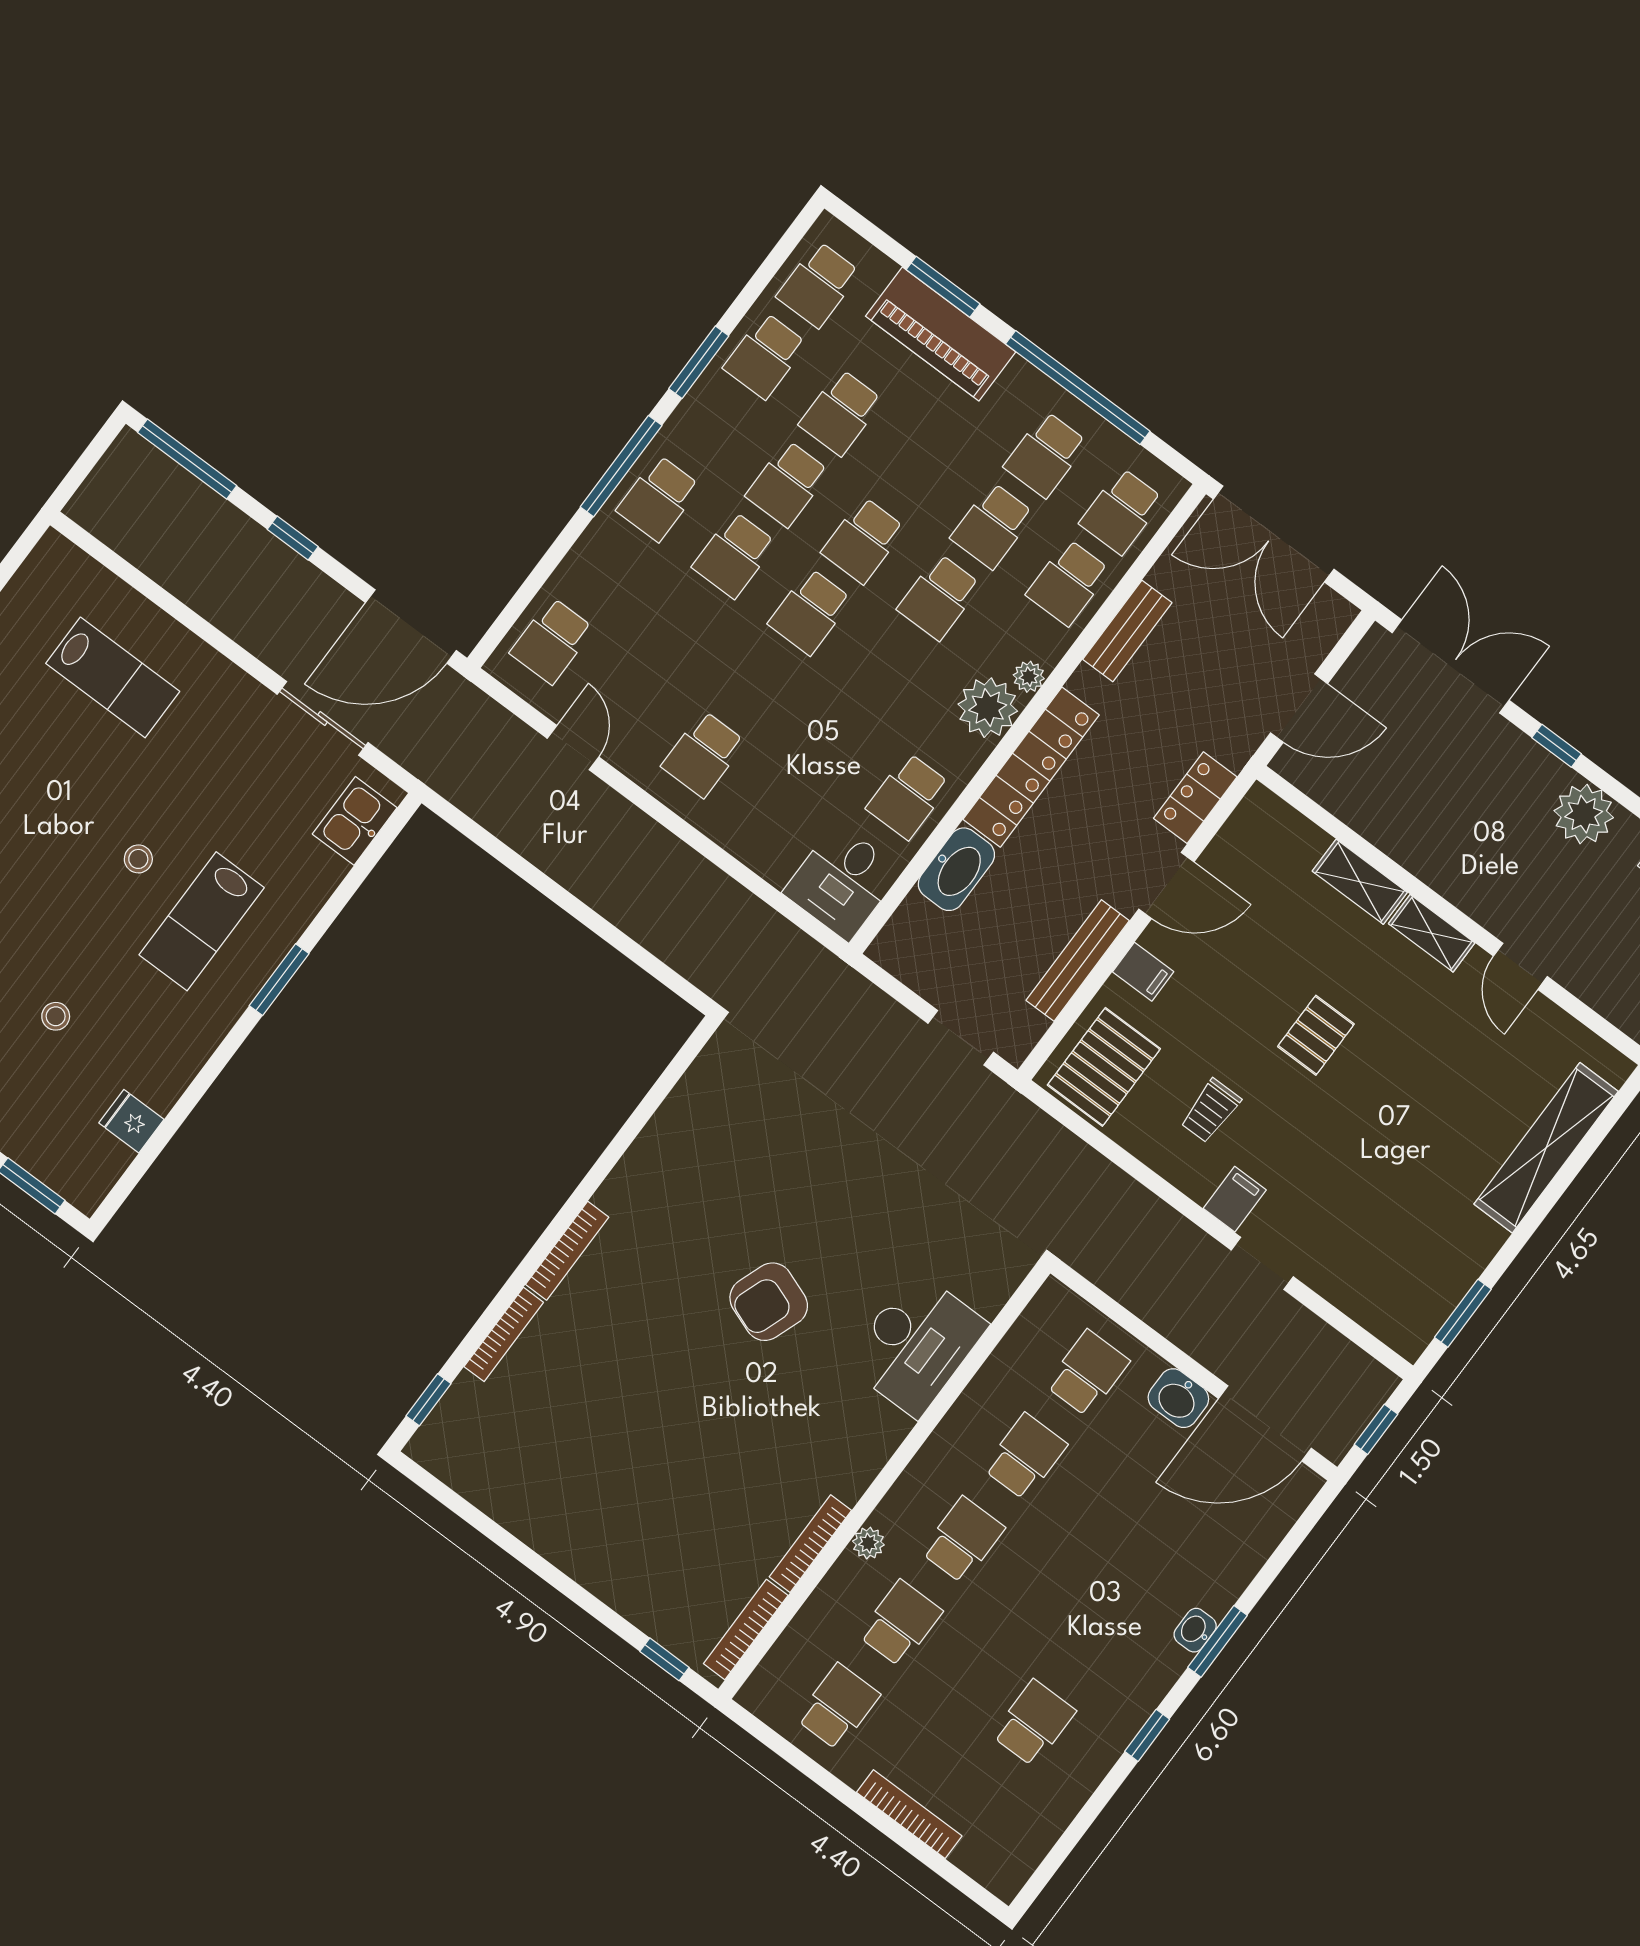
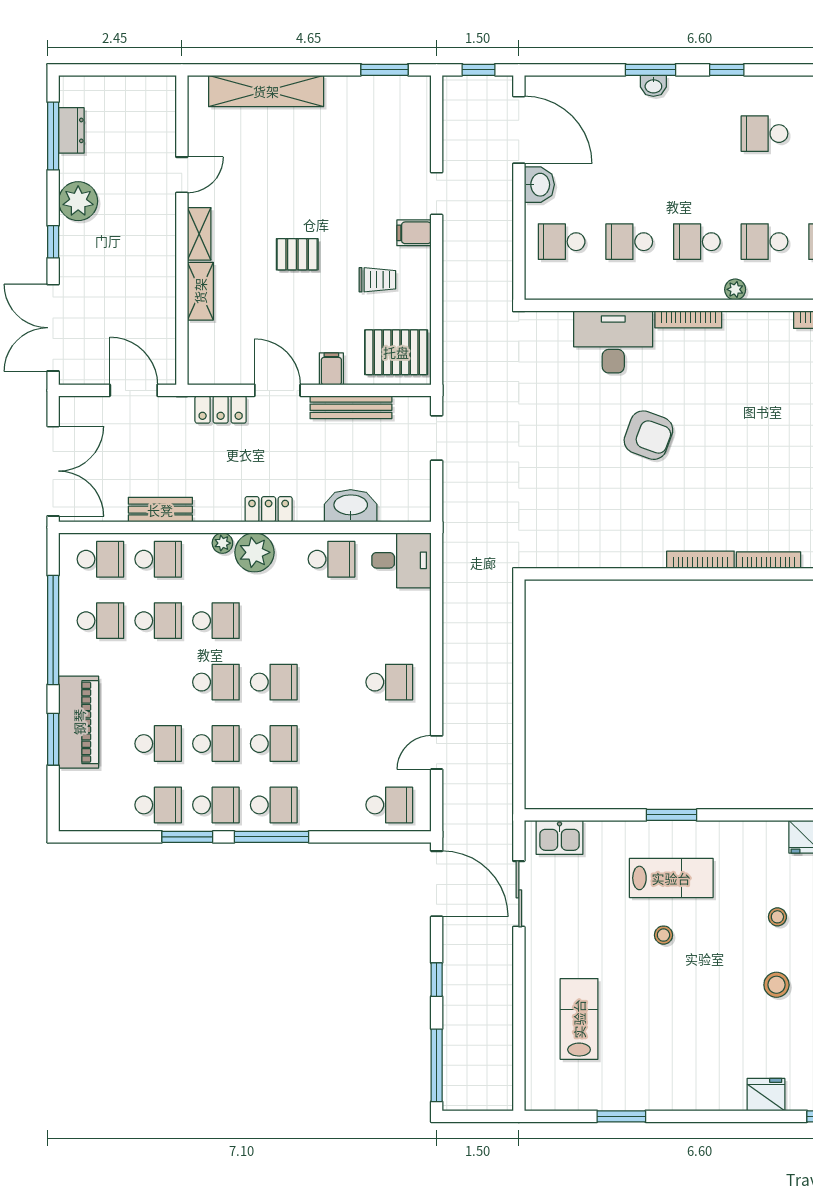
school desk: (818, 285) -> (216, 805), moved
locker: (1031, 767) -> (269, 509), width x0.46, depth x0.83
bookcase: (810, 1544) -> (688, 319), moved

